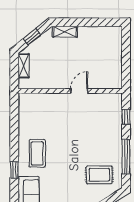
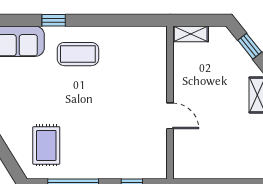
shelving: (24, 66) -> (191, 34), moved

